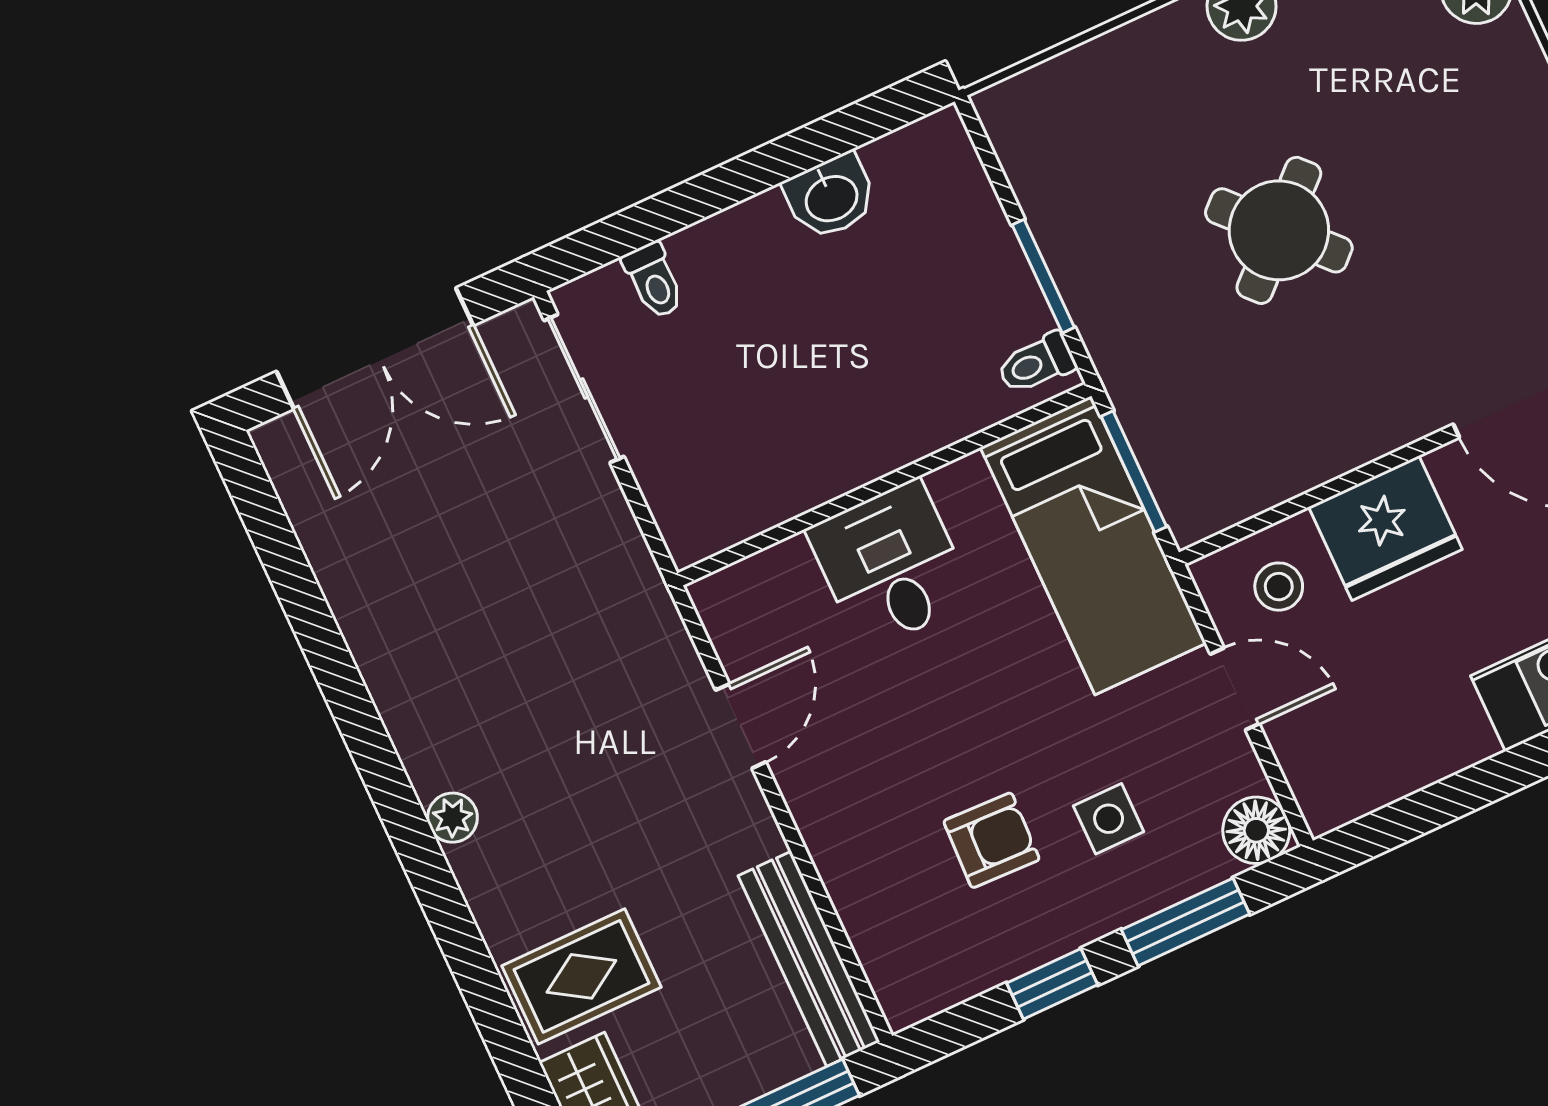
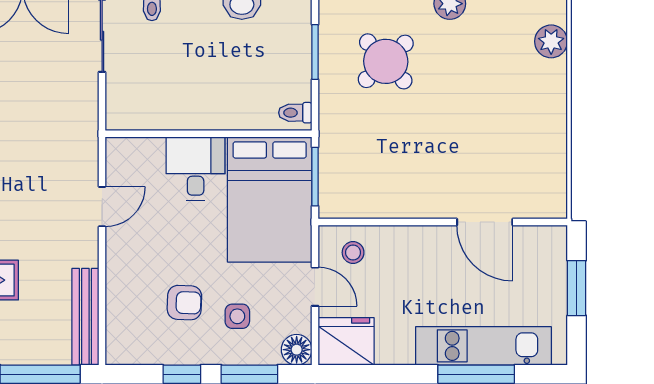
round table: (1279, 230) -> (386, 61), moved
window: (1043, 276) -> (315, 52), moved
fridge: (1385, 528) -> (346, 341), moved, turned 180
bed: (1093, 545) -> (270, 199), width x1.50

